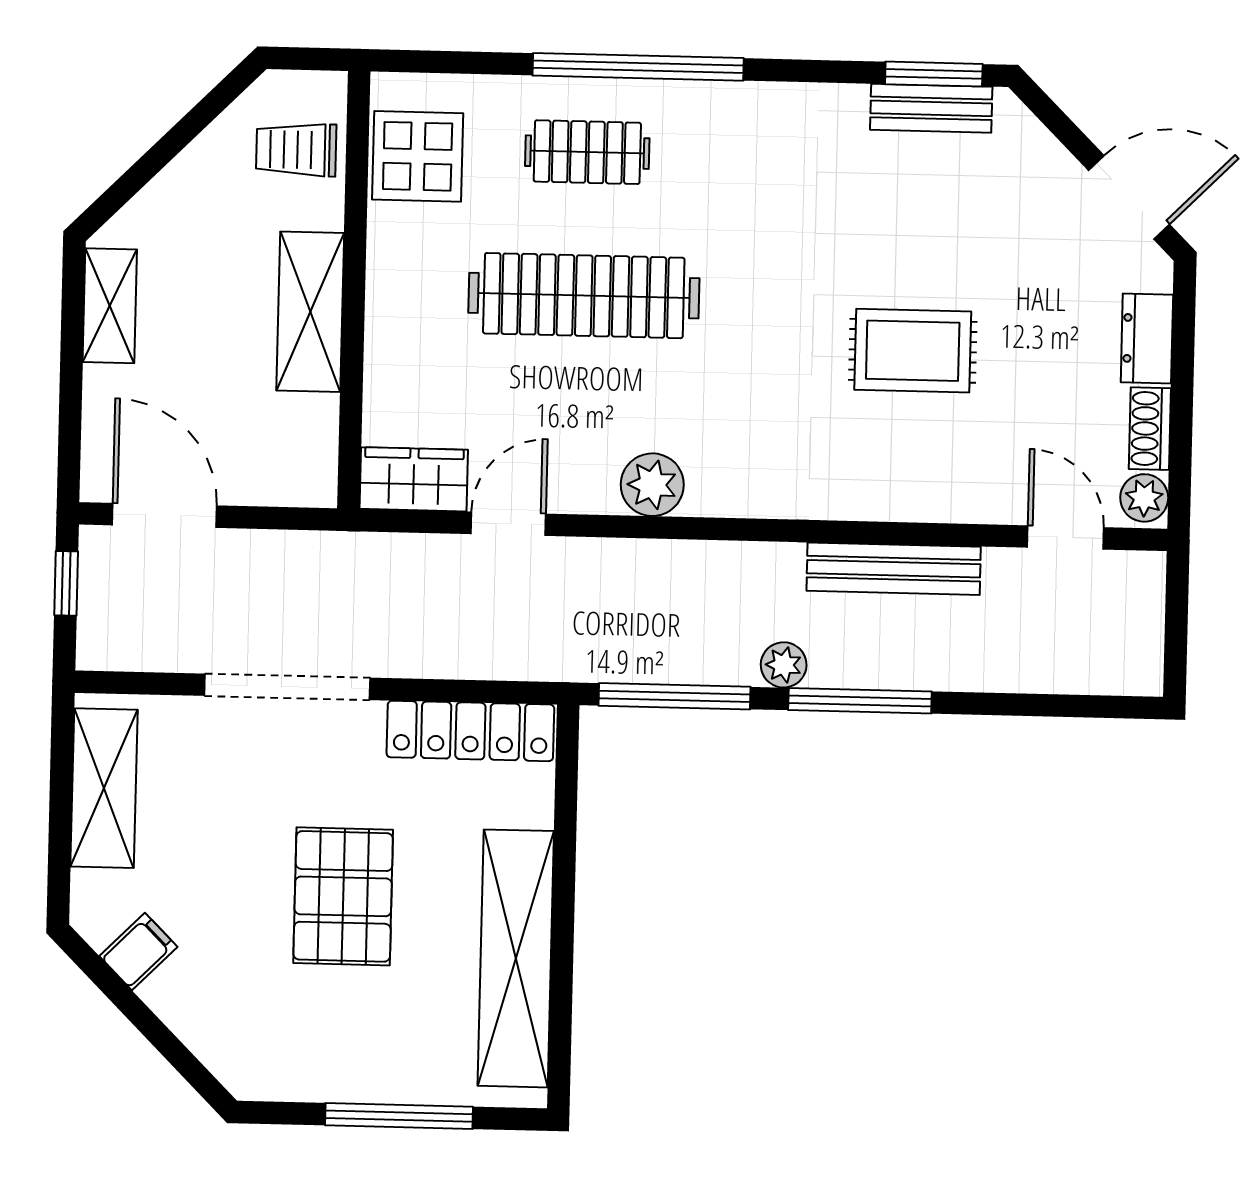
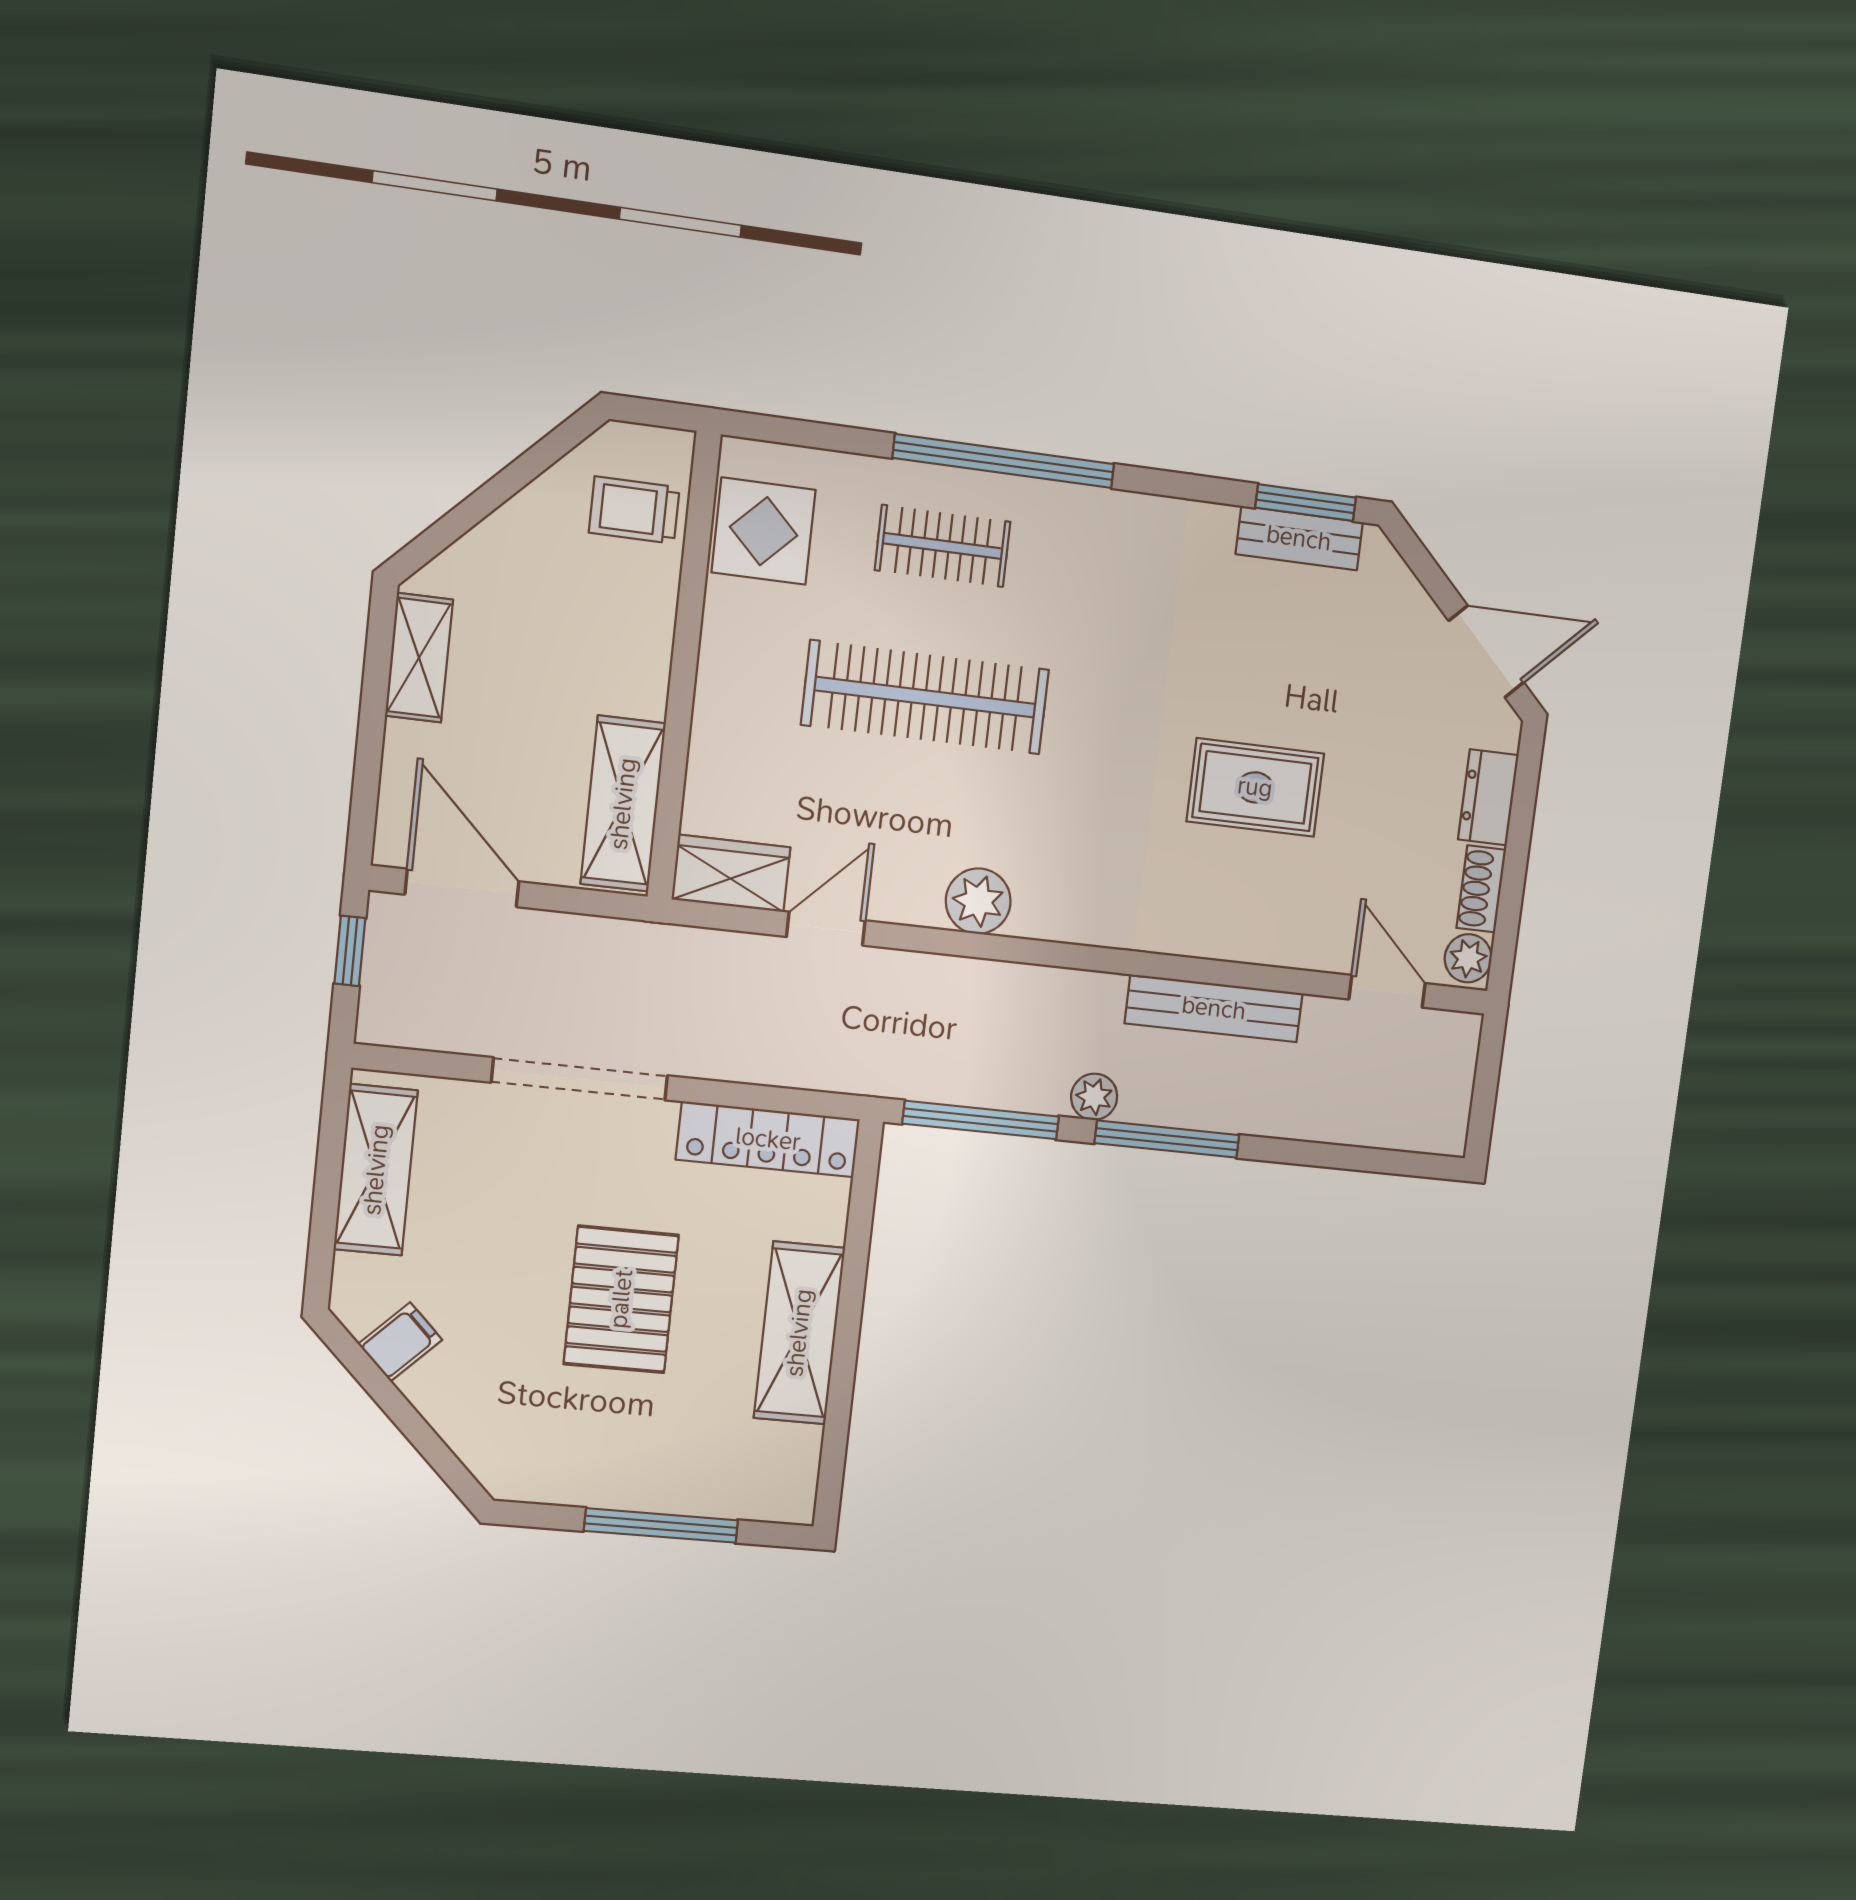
shelving: (310, 312) -> (623, 804), moved
shelving: (516, 958) -> (799, 1333), width x0.68

